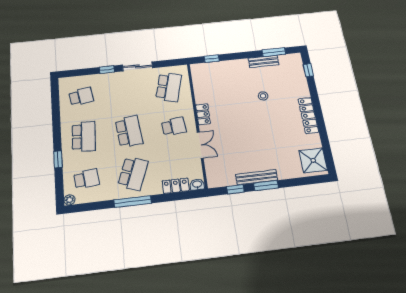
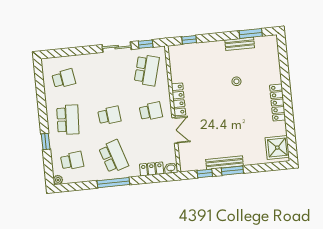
window: (107, 70) -> (146, 44), moved
window: (308, 70) -> (283, 54), removed
locker: (203, 114) -> (179, 99), width x1.53
school desk: (129, 131) -> (109, 115), width x0.54
school desk: (133, 173) -> (114, 157), turned -39

